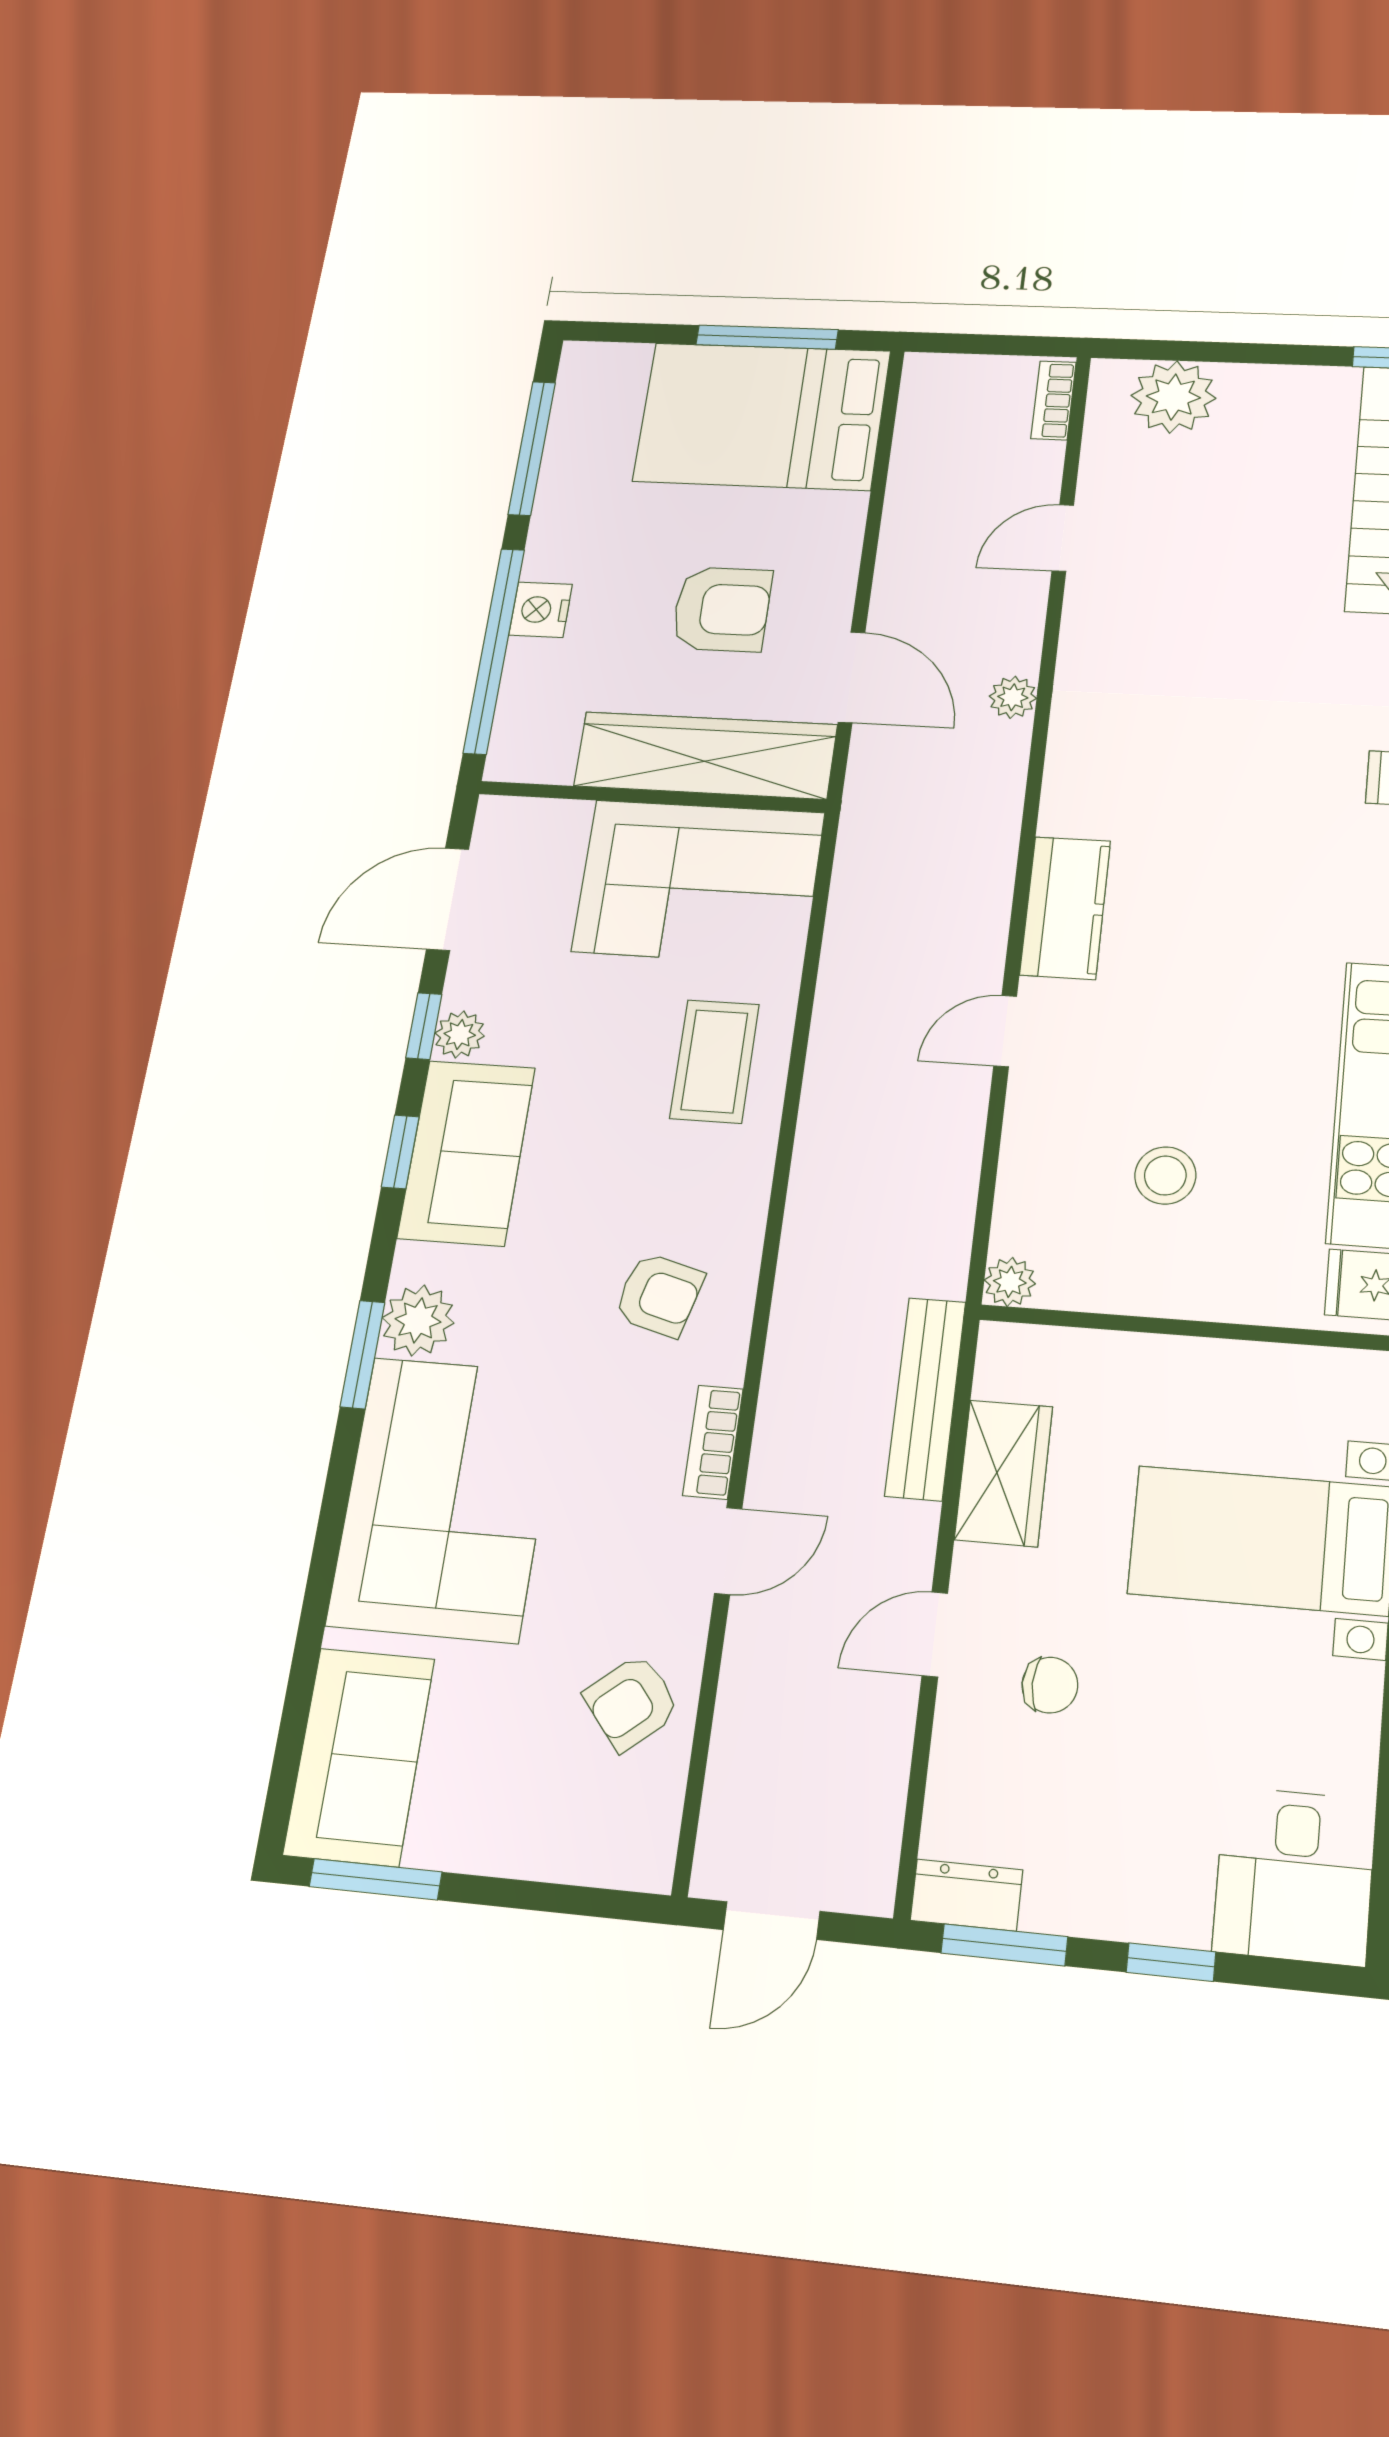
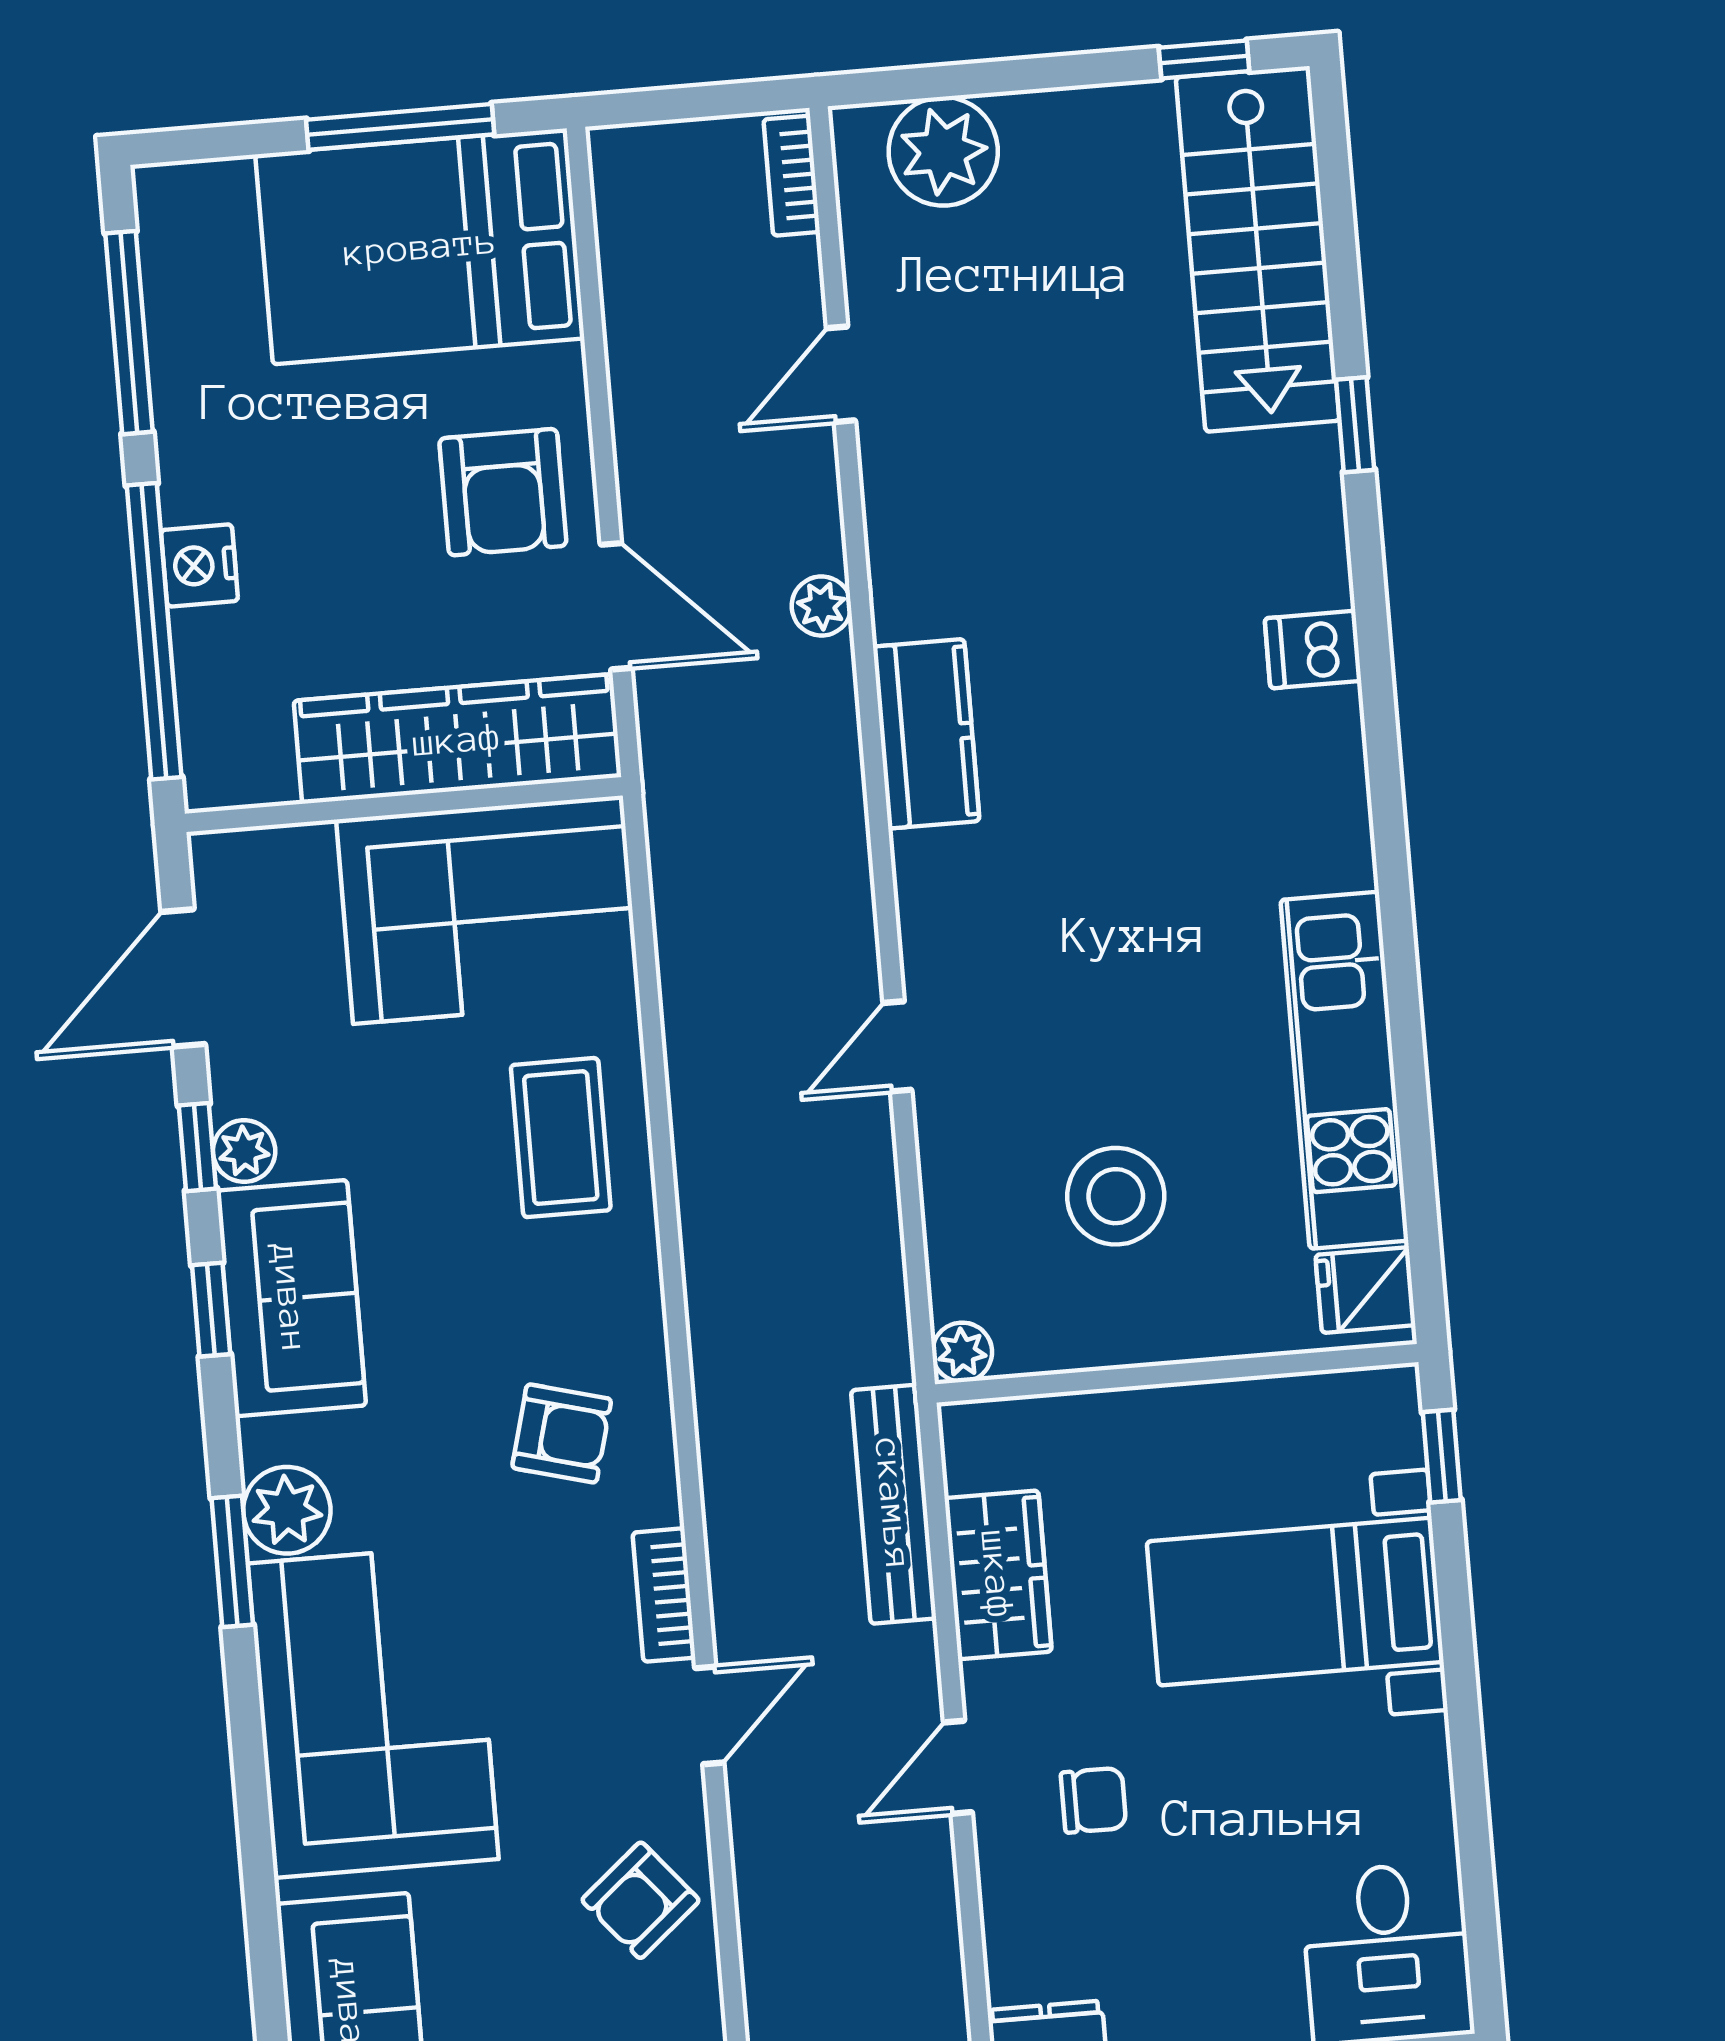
armchair: (722, 609) -> (503, 492), moved, turned 90
kitchen counter: (1065, 908) -> (926, 734), moved
stool: (1165, 1176) -> (1116, 1196), width x1.38, depth x1.38

